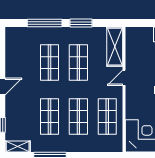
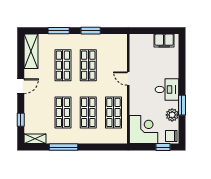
window: (45, 23) -> (59, 31), width x0.69
shelving: (115, 47) -> (31, 51), moved
door: (124, 78) -> (128, 79), hinge flipped

